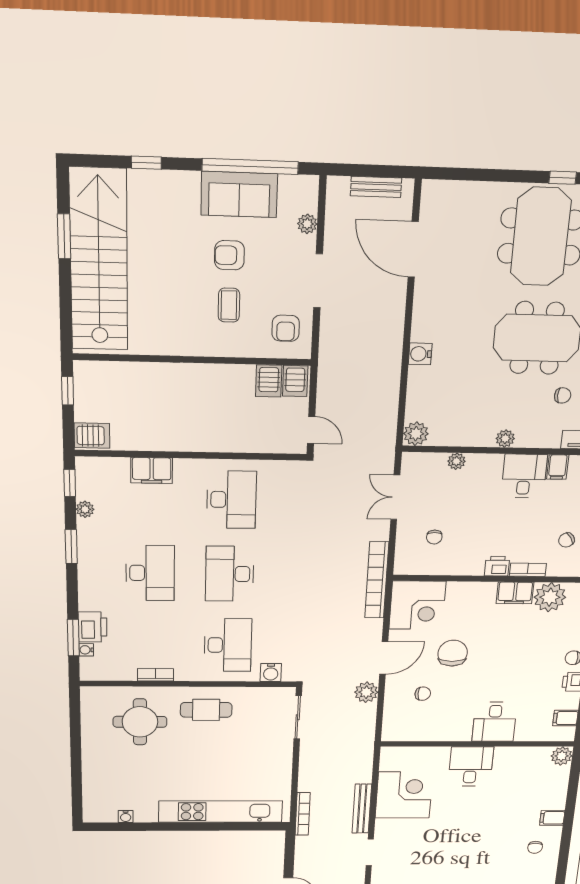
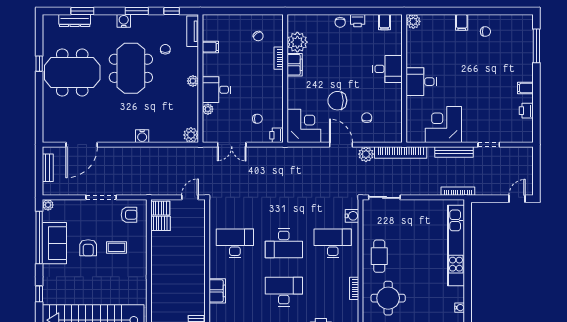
plant: (307, 224) -> (48, 205), moved
desk: (524, 476) -> (216, 90), moved
printer: (497, 566) -> (276, 135), moved
bookcase: (377, 580) -> (401, 152), moved

